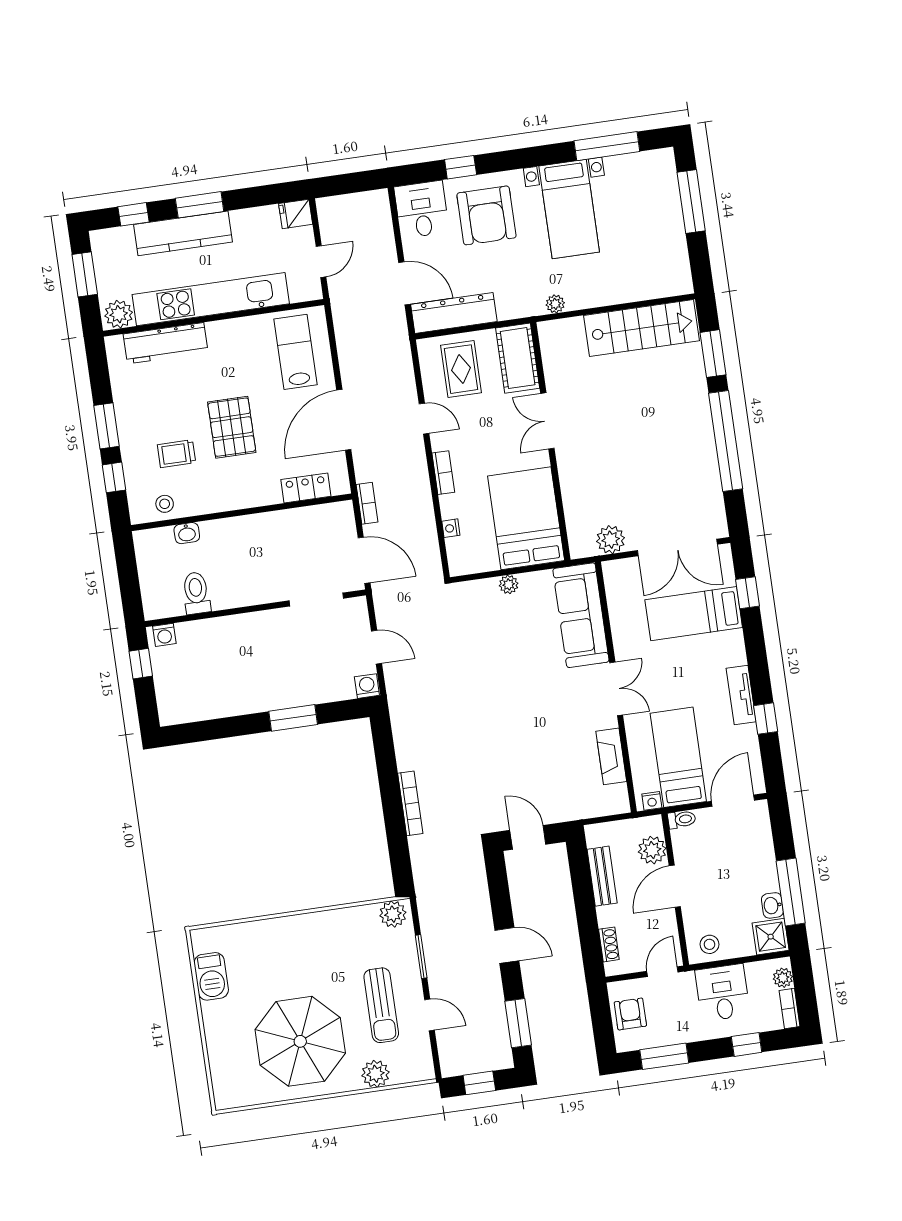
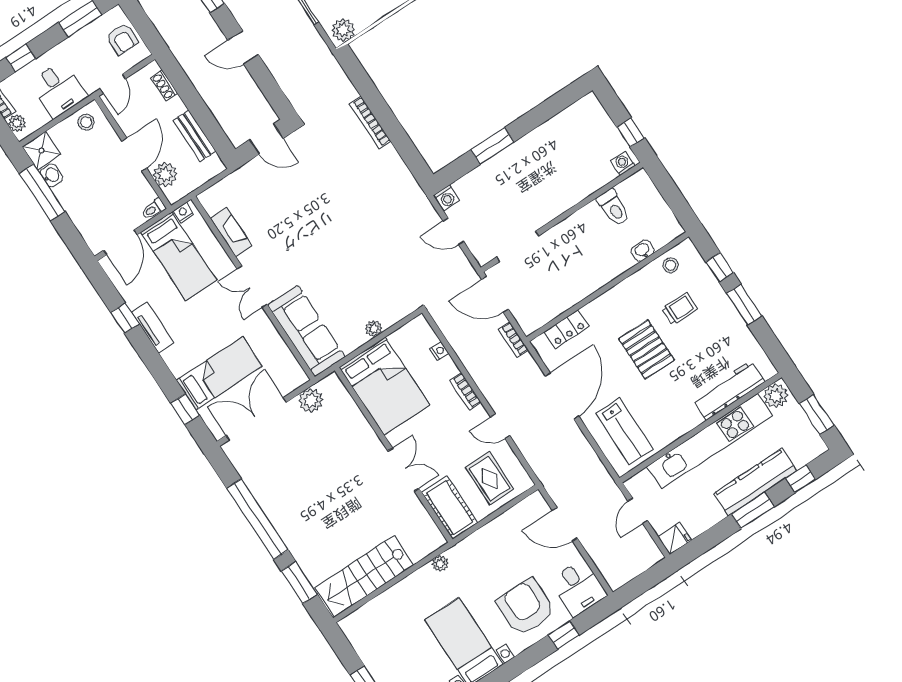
dresser: (454, 313) -> (516, 519), removed

